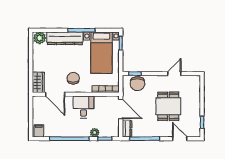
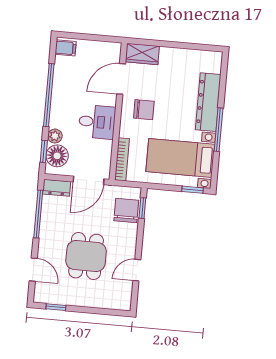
plant: (40, 38) -> (212, 62), removed
door: (174, 74) -> (137, 270), swing flipped
chair: (137, 84) -> (126, 210), turned 90
dining table: (168, 106) -> (86, 256), turned 90
floor lamp: (107, 130) -> (57, 156), added
door: (180, 139) -> (33, 270), hinge flipped

